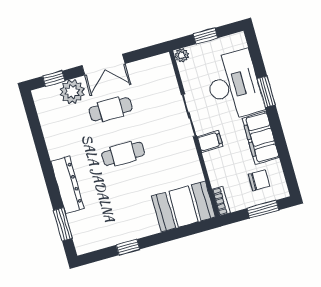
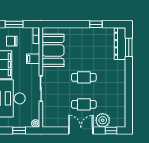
filing cabinet: (210, 141) -> (33, 59), moved
dresser: (67, 185) -> (120, 44), moved
booth: (183, 207) -> (53, 50), moved, turned 90

